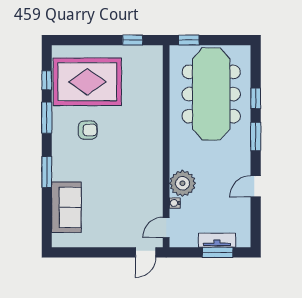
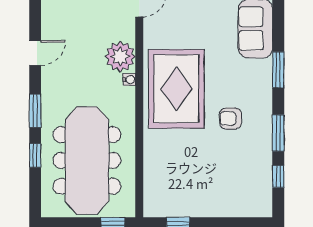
rug: (87, 82) -> (176, 89), moved, turned 90
water cooler: (175, 203) -> (129, 79), moved

